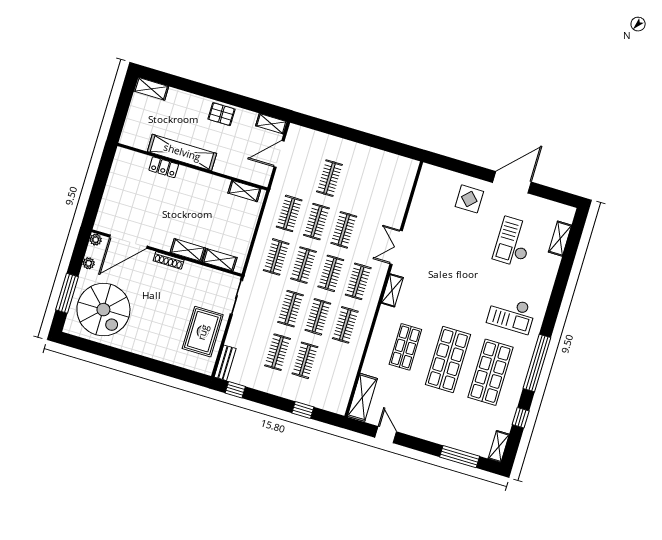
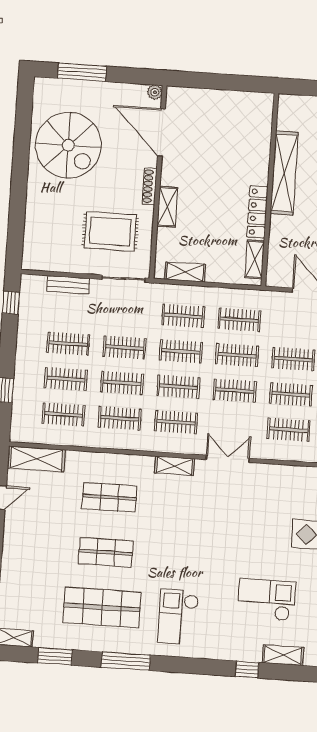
locker: (164, 167) -> (257, 212), moved, width x1.53
clothes rail: (357, 186) -> (291, 394), added
clothes rail: (384, 194) -> (289, 430), added
shelving: (220, 260) -> (185, 272), moved, turned 90
plant: (89, 263) -> (124, 90), removed
window: (565, 269) -> (247, 669), added
spiral stairs: (103, 310) -> (68, 145), moved, turned -90
rug: (203, 332) -> (110, 231), moved
shop shelf: (448, 360) -> (106, 552), width x0.70, depth x0.74
bench: (225, 363) -> (68, 285), moved
window: (537, 363) -> (126, 661), width x0.68
clothes rail: (332, 368) -> (63, 414), added
window: (521, 418) -> (55, 656), width x1.50

